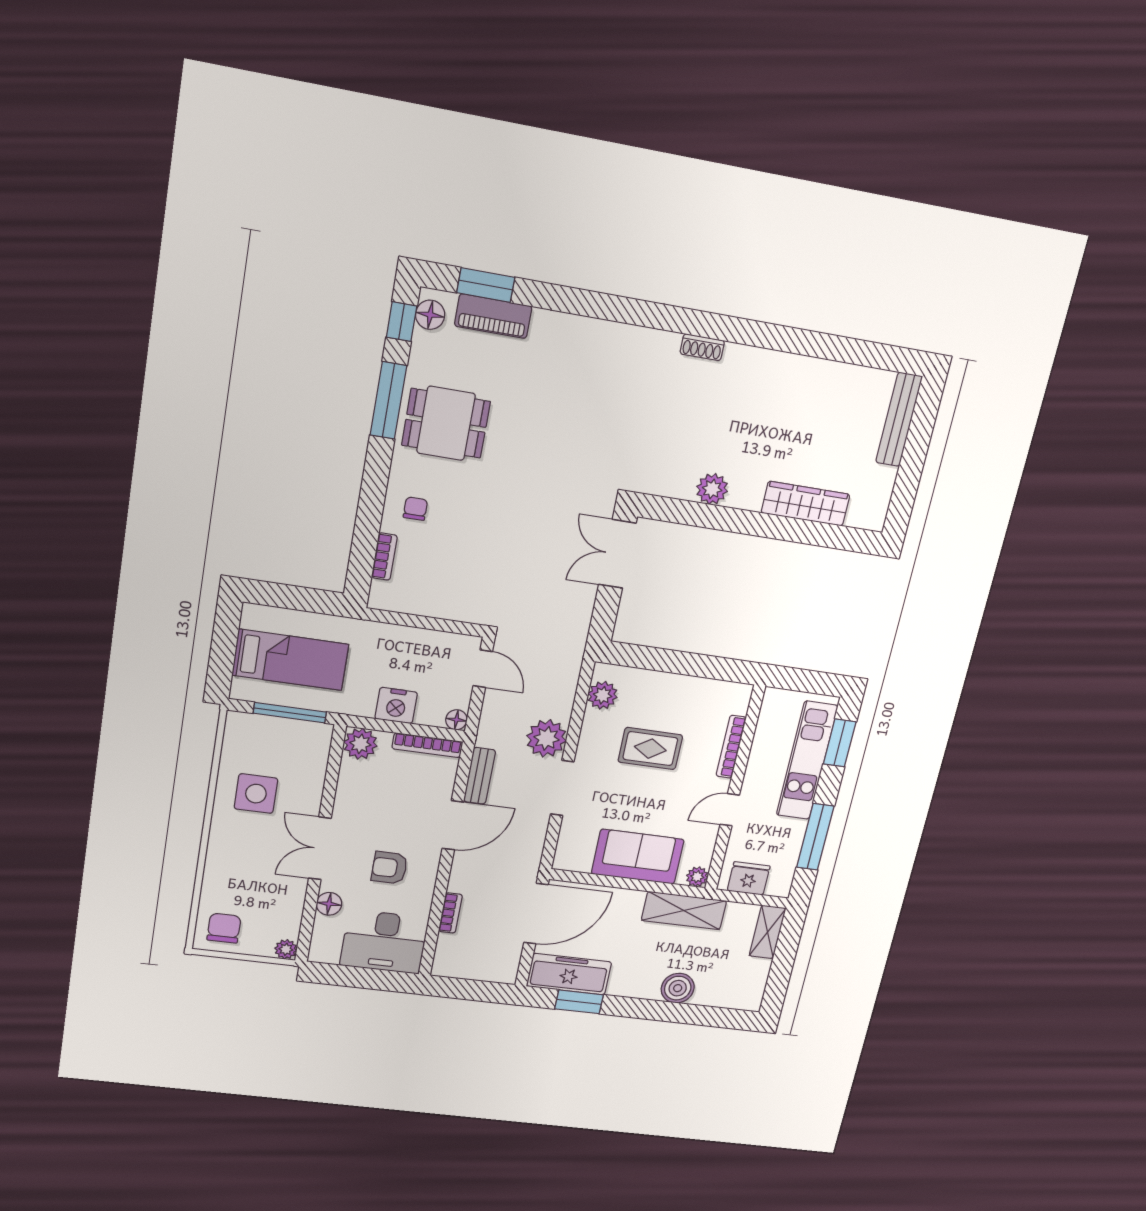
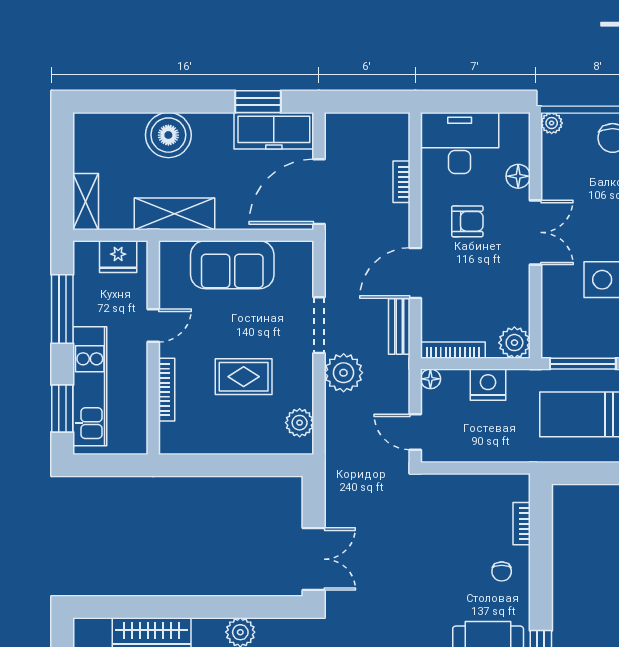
plant: (697, 877) -> (169, 252), removed
boiler: (678, 988) -> (168, 135), width x1.37, depth x1.37

